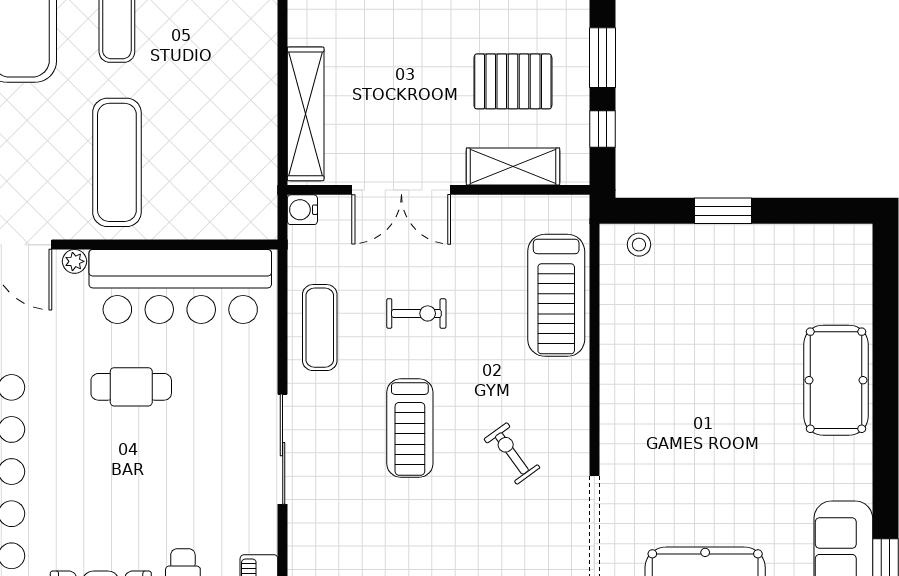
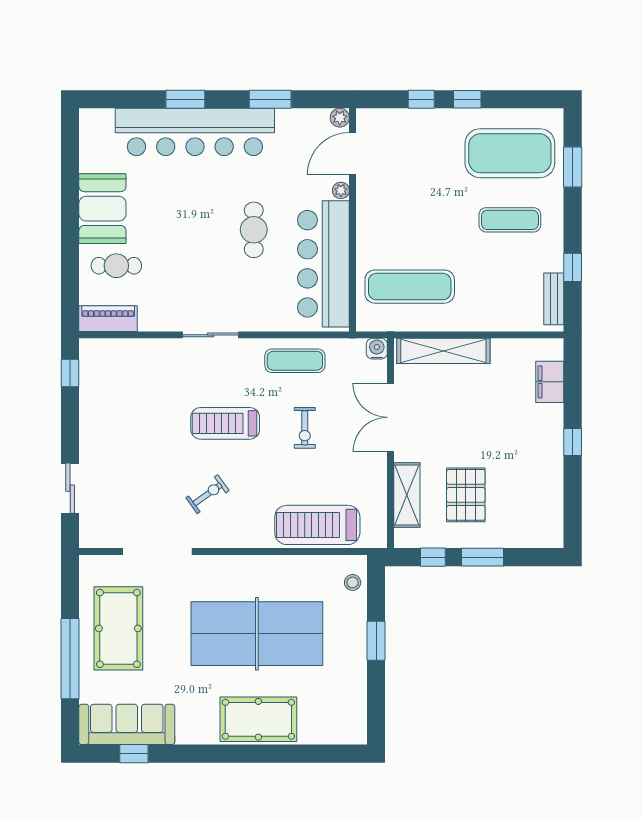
exercise mat: (117, 162) -> (410, 287), moved
table tennis table: (713, 382) -> (257, 634), added
sliding door: (283, 449) -> (211, 335), width x0.73

